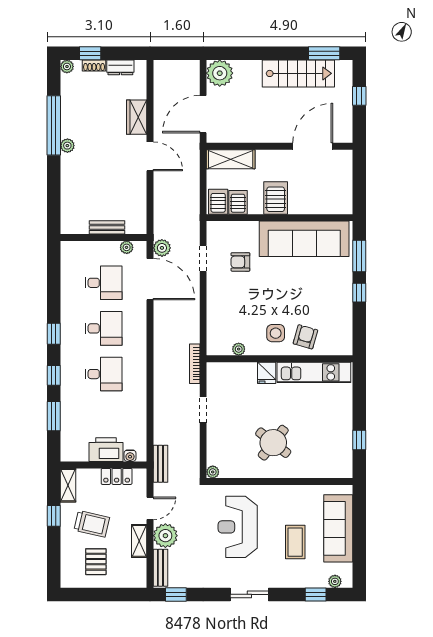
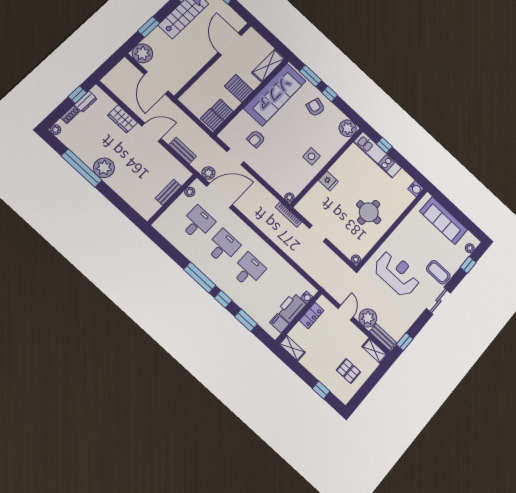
window: (90, 53) -> (77, 95), moved
window: (252, 53) -> (149, 27), added
plant: (67, 146) -> (104, 168), width x1.88, depth x1.88
shelving: (231, 159) -> (268, 66), moved
window: (54, 334) -> (200, 277), width x2.17
armchair: (305, 337) -> (316, 107), moved
plant: (341, 343) -> (348, 128), added
plant: (239, 349) -> (289, 197), moved
kitchen unit: (314, 372) -> (378, 155), moved, turned 90
window: (359, 440) -> (384, 145), moved
round table: (273, 443) -> (369, 212), turned -38
filing cabinet: (80, 451) -> (279, 323), added
bench: (160, 464) -> (183, 151), moved
water cooler: (344, 470) -> (416, 189), added
window: (54, 516) -> (321, 390), moved
trolley: (92, 524) -> (325, 354), removed
reception desk: (238, 527) -> (397, 273), turned 180
shelving: (139, 541) -> (375, 351), moved
coffee table: (295, 542) -> (438, 272), moved

